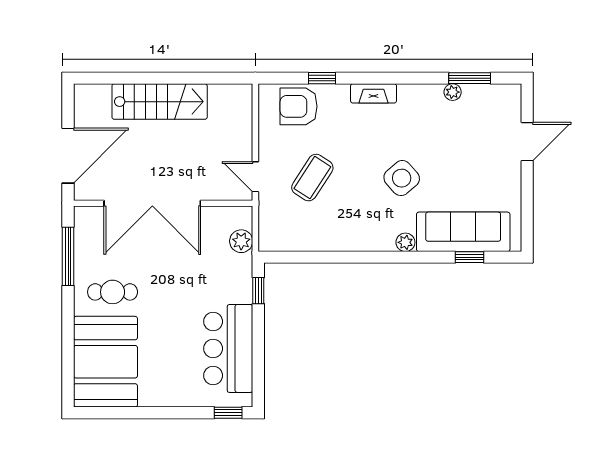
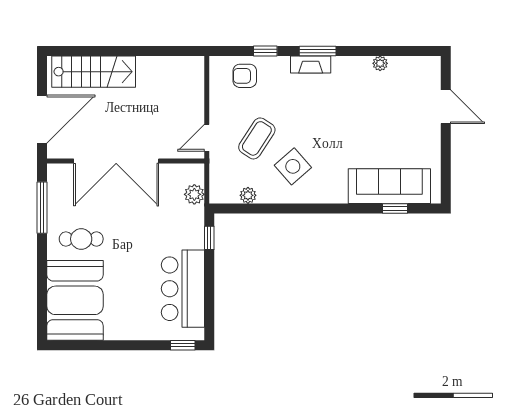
window: (470, 78) -> (318, 51), moved
stairs: (160, 102) -> (94, 72), moved
armchair: (299, 106) -> (245, 76), width x0.72, depth x0.72
door: (527, 142) -> (446, 107), hinge flipped
door: (255, 177) -> (207, 138), hinge flipped
side table: (402, 178) -> (293, 166), moved
plant: (405, 242) -> (248, 195), moved

